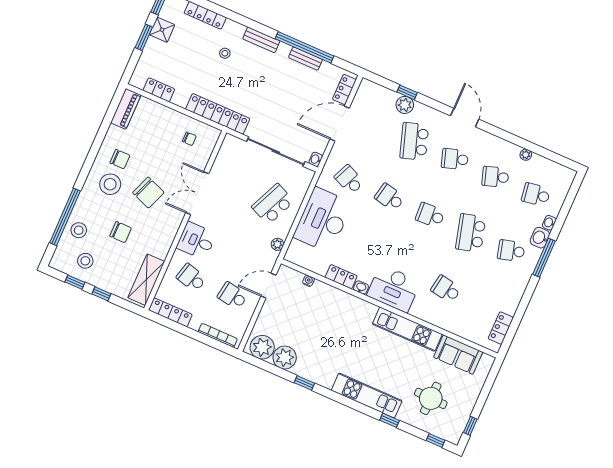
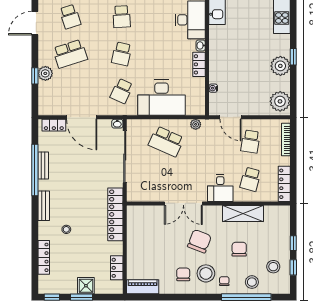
shower: (162, 30) -> (86, 286), moved
chair: (189, 139) -> (224, 281), moved
shelving: (146, 280) -> (243, 213), moved
plant: (285, 358) -> (280, 66), moved

